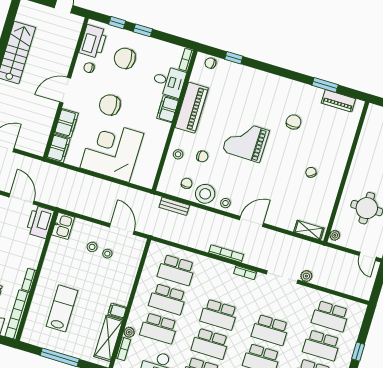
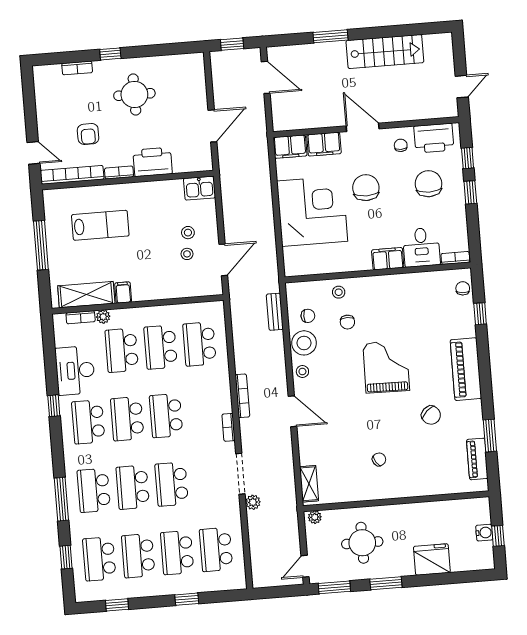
piano: (192, 108) -> (466, 369), moved, turned 90
chair: (293, 122) -> (431, 415), turned 47
printer: (40, 222) -> (153, 162), moved

